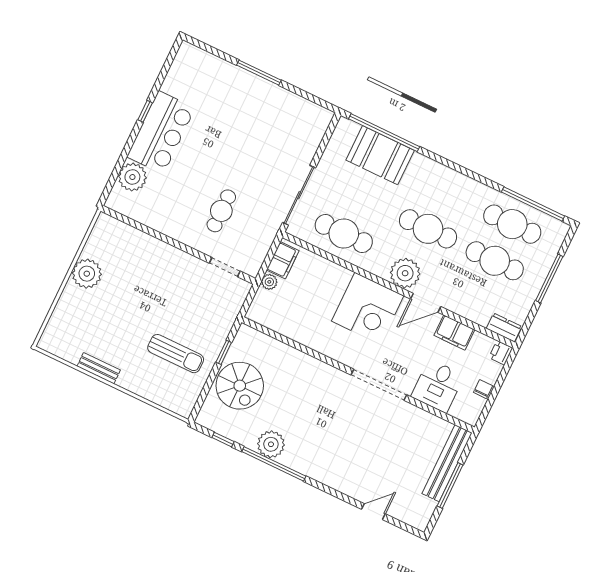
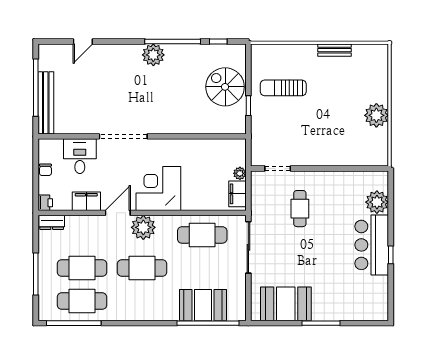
booth: (288, 113) -> (286, 304), added
plant: (271, 444) -> (153, 55), moved
window: (450, 485) -> (36, 88), width x1.46

